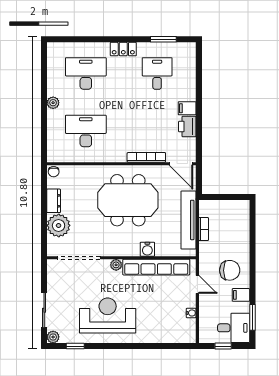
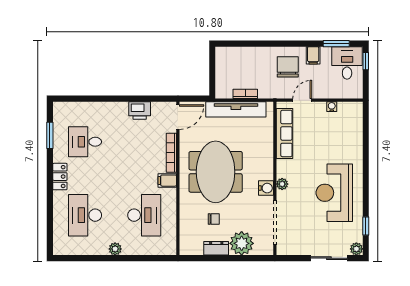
filing cabinet: (187, 108) -> (167, 181), moved, turned 90
desk: (86, 131) -> (144, 215), turned 180
chair: (54, 172) -> (214, 219), moved
water cooler: (147, 249) -> (266, 188), moved
row of seats: (156, 267) -> (284, 133), width x0.73
window: (223, 346) -> (366, 61), moved

